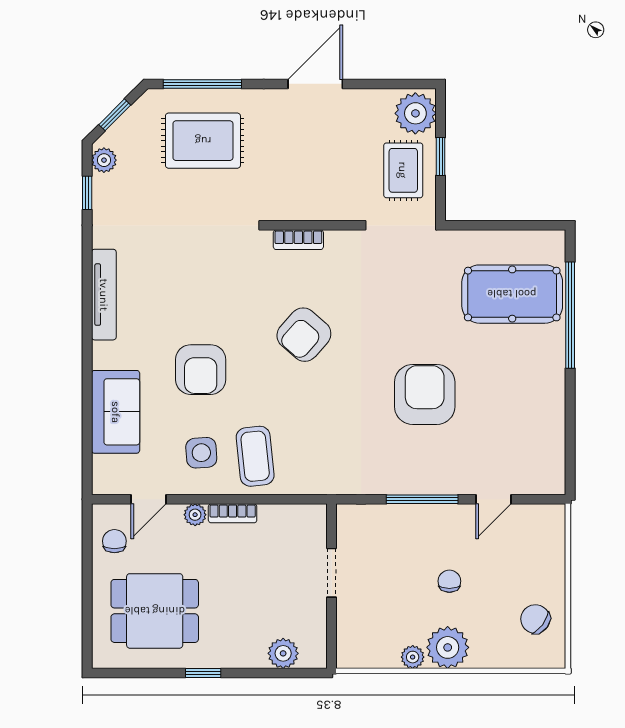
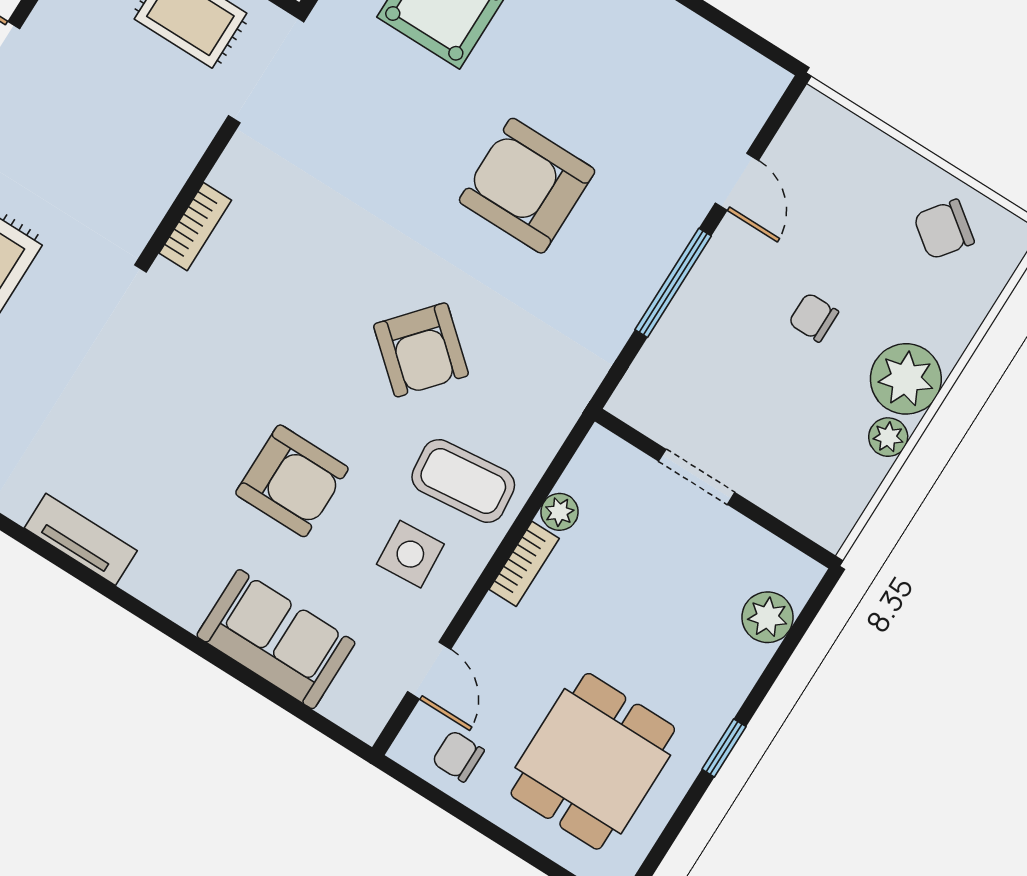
tv unit: (104, 295) -> (81, 539), width x0.71
armchair: (304, 335) -> (421, 350), moved
plant: (195, 515) -> (560, 512), moved

